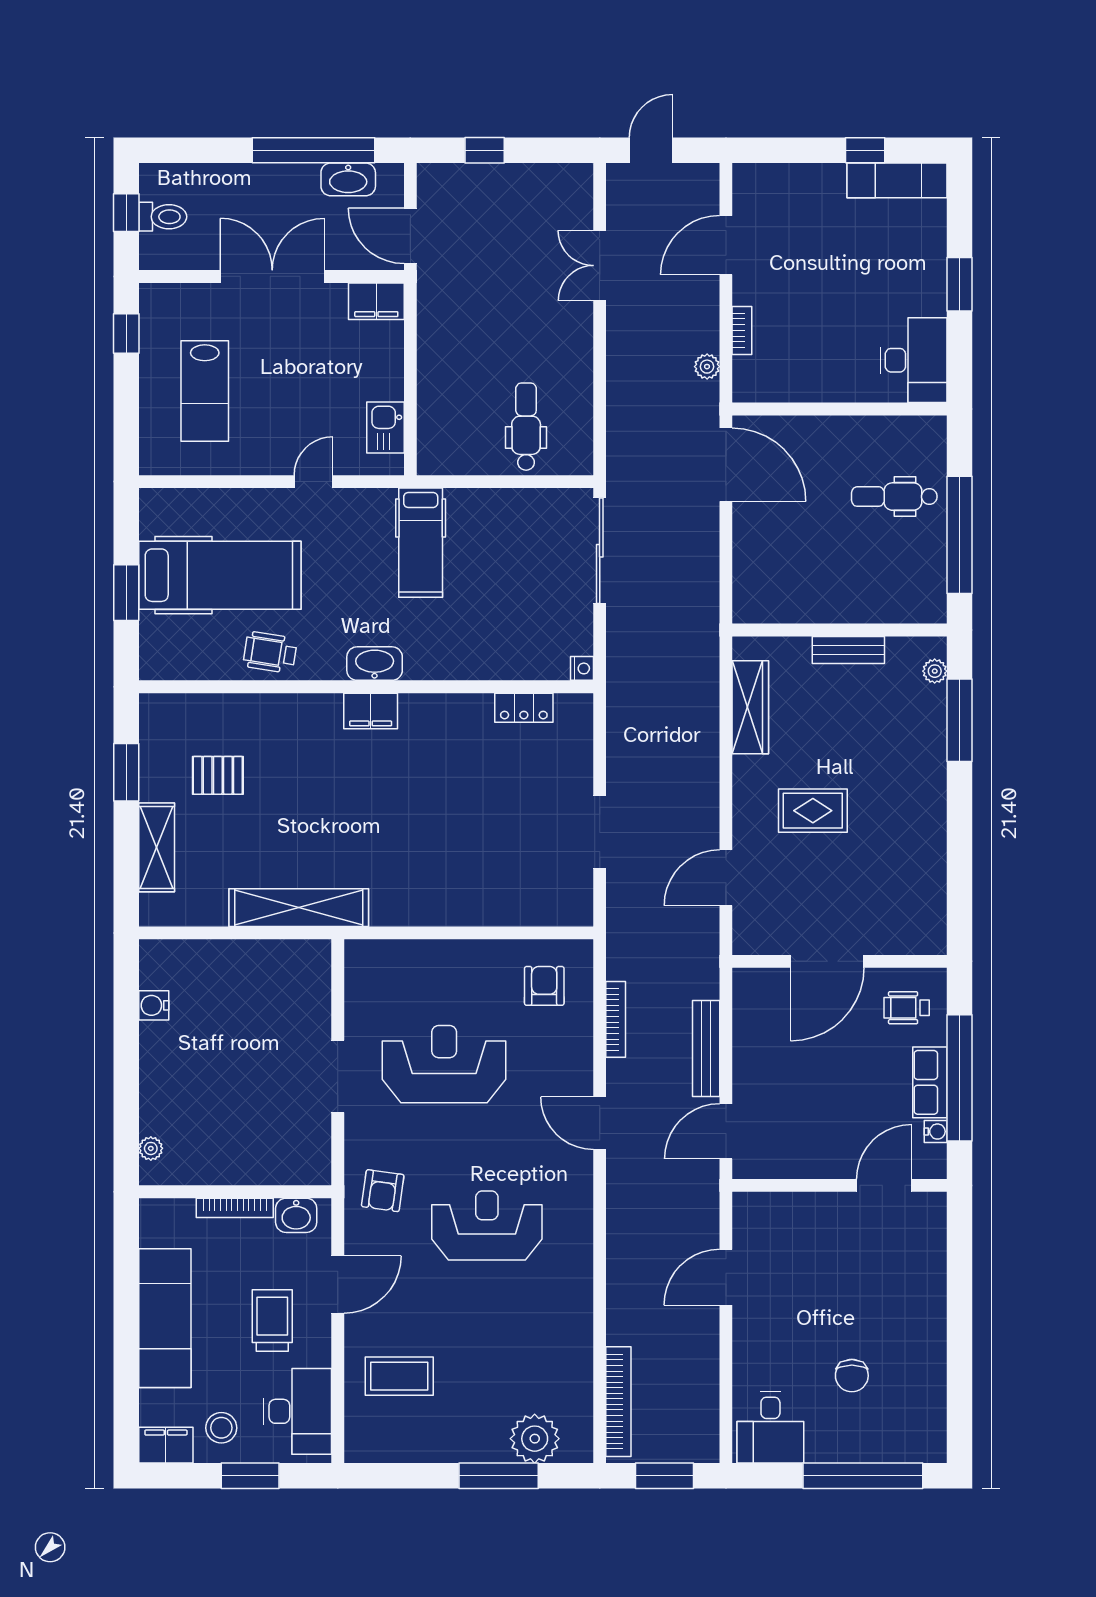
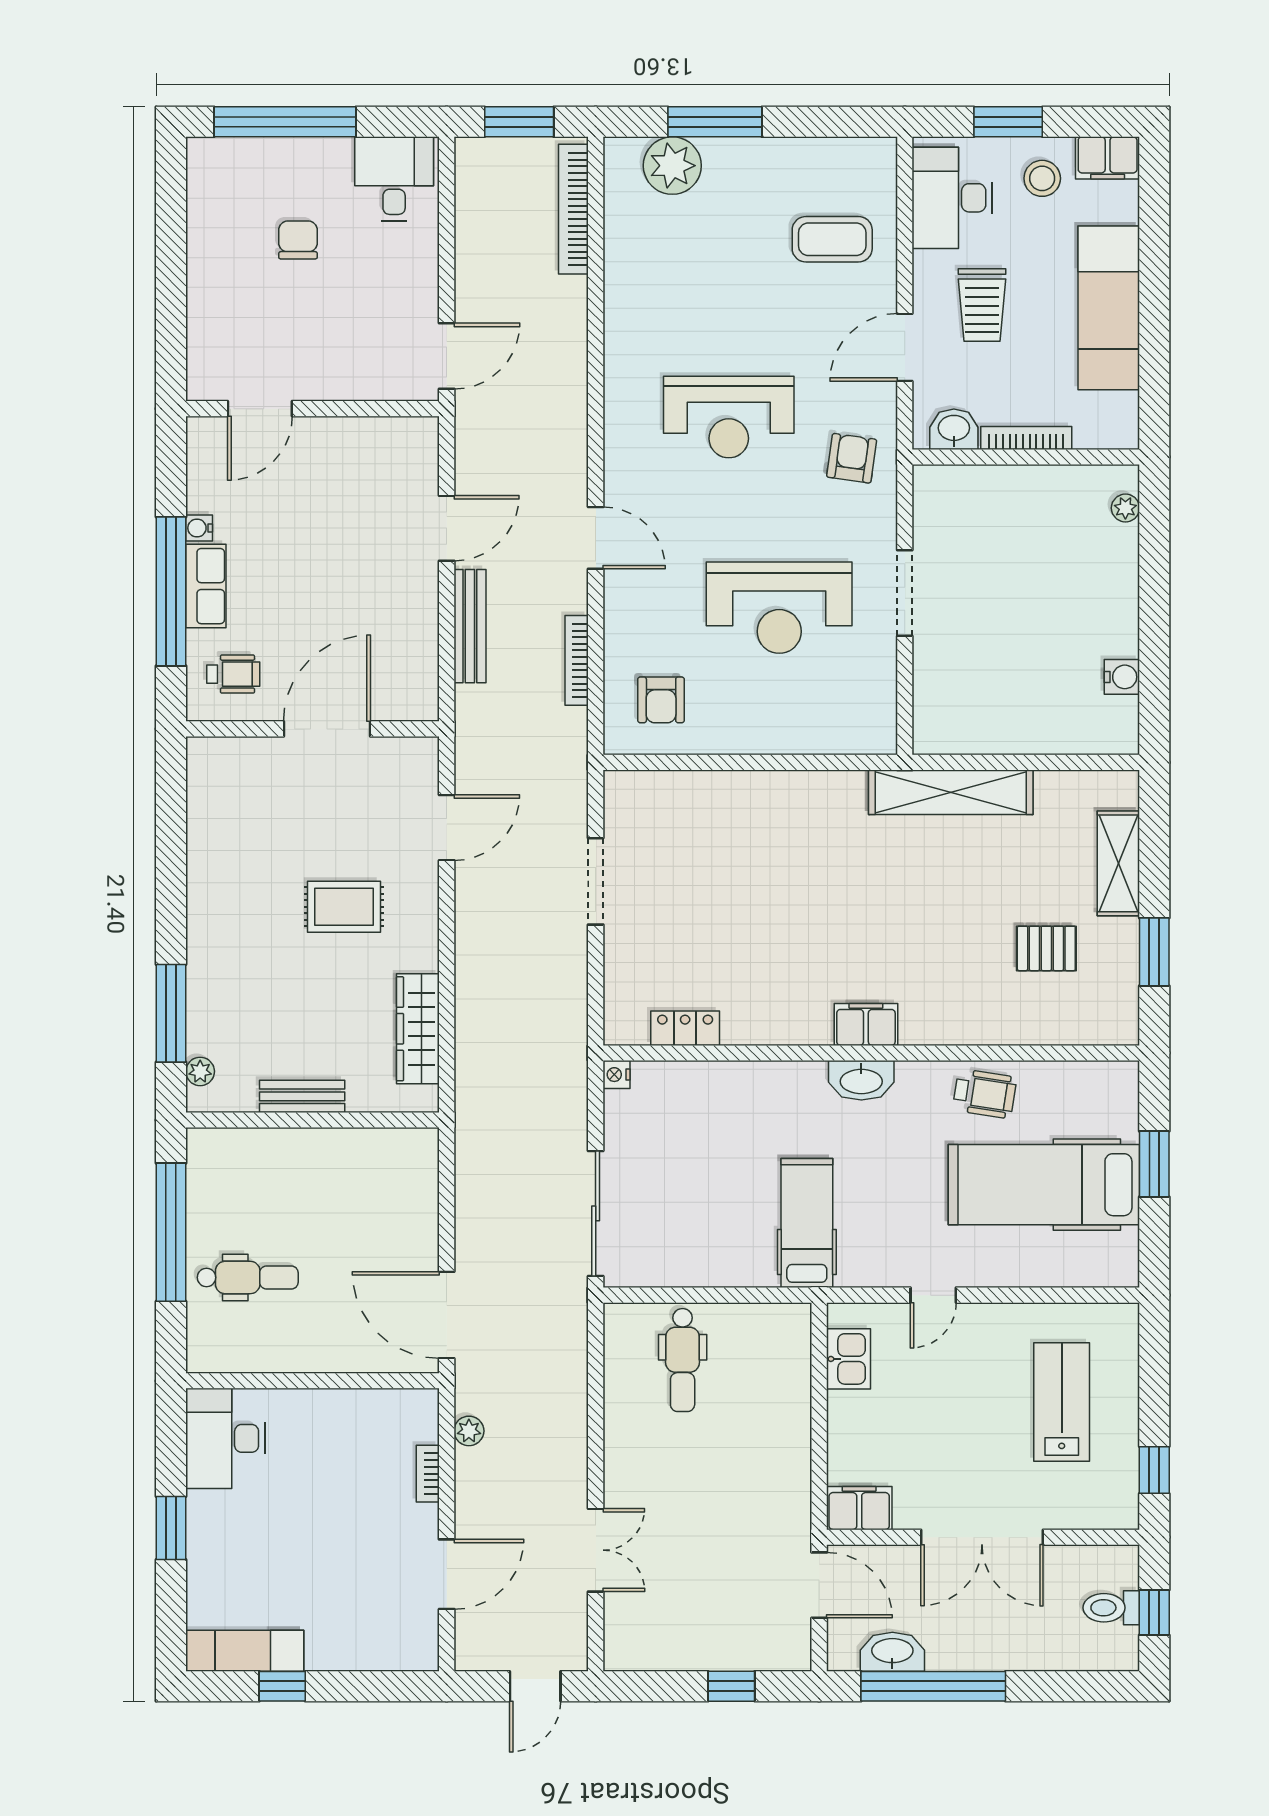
wall: (840, 1185) -> (313, 409), moved
door: (884, 1185) -> (260, 409), moved

